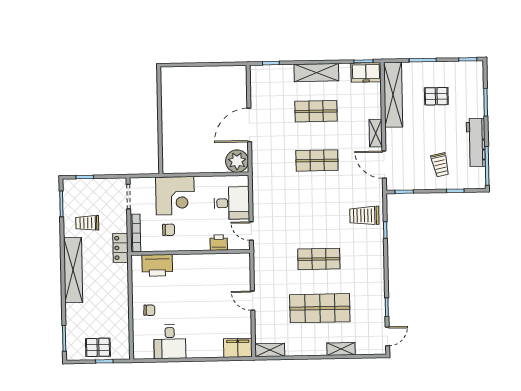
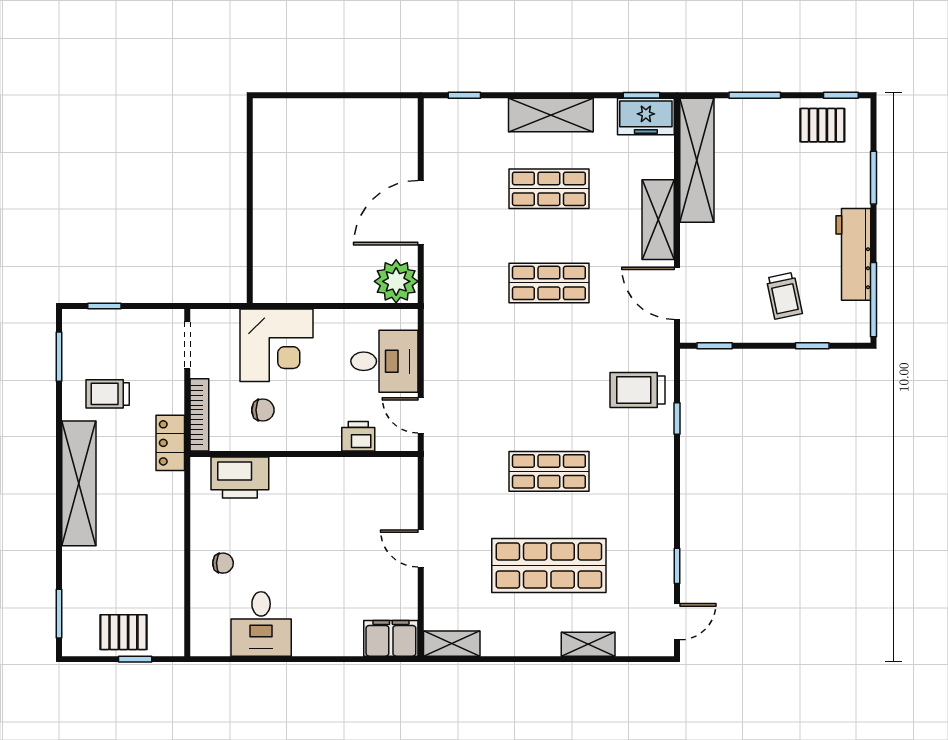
pallet: (436, 96) -> (822, 125), moved
shelving: (376, 133) -> (658, 220), width x1.50, depth x1.33

